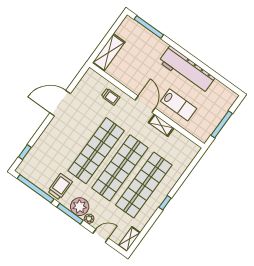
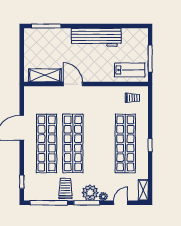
shelving: (109, 52) -> (45, 75), moved, turned 90
trolley: (111, 97) -> (132, 98), moved
door: (145, 104) -> (73, 84), moved
lab bench: (179, 105) -> (130, 70), moved
shelving: (161, 125) -> (107, 91), removed
shop shelf: (120, 168) -> (47, 143), moved

